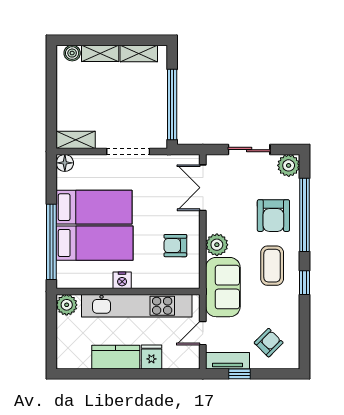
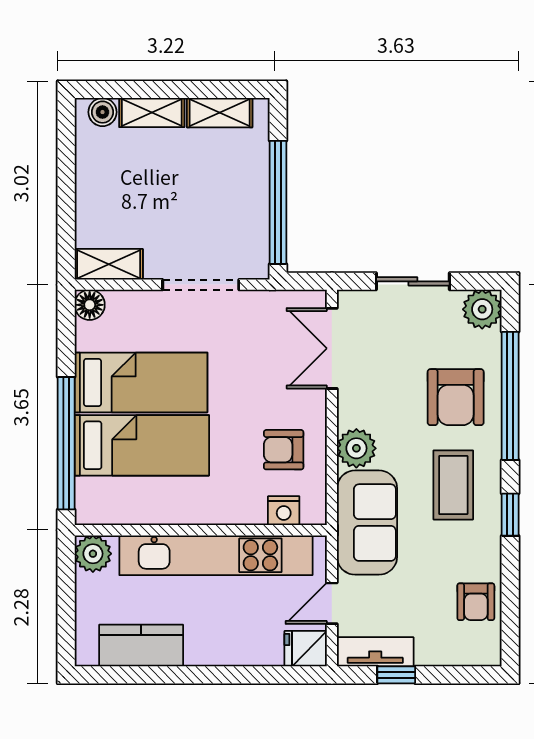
nightstand: (122, 280) -> (284, 511), moved
armchair: (269, 343) -> (476, 602), moved, turned 135
kitchen counter: (116, 357) -> (141, 646), moved
fridge: (151, 357) -> (306, 649), moved, turned -90

